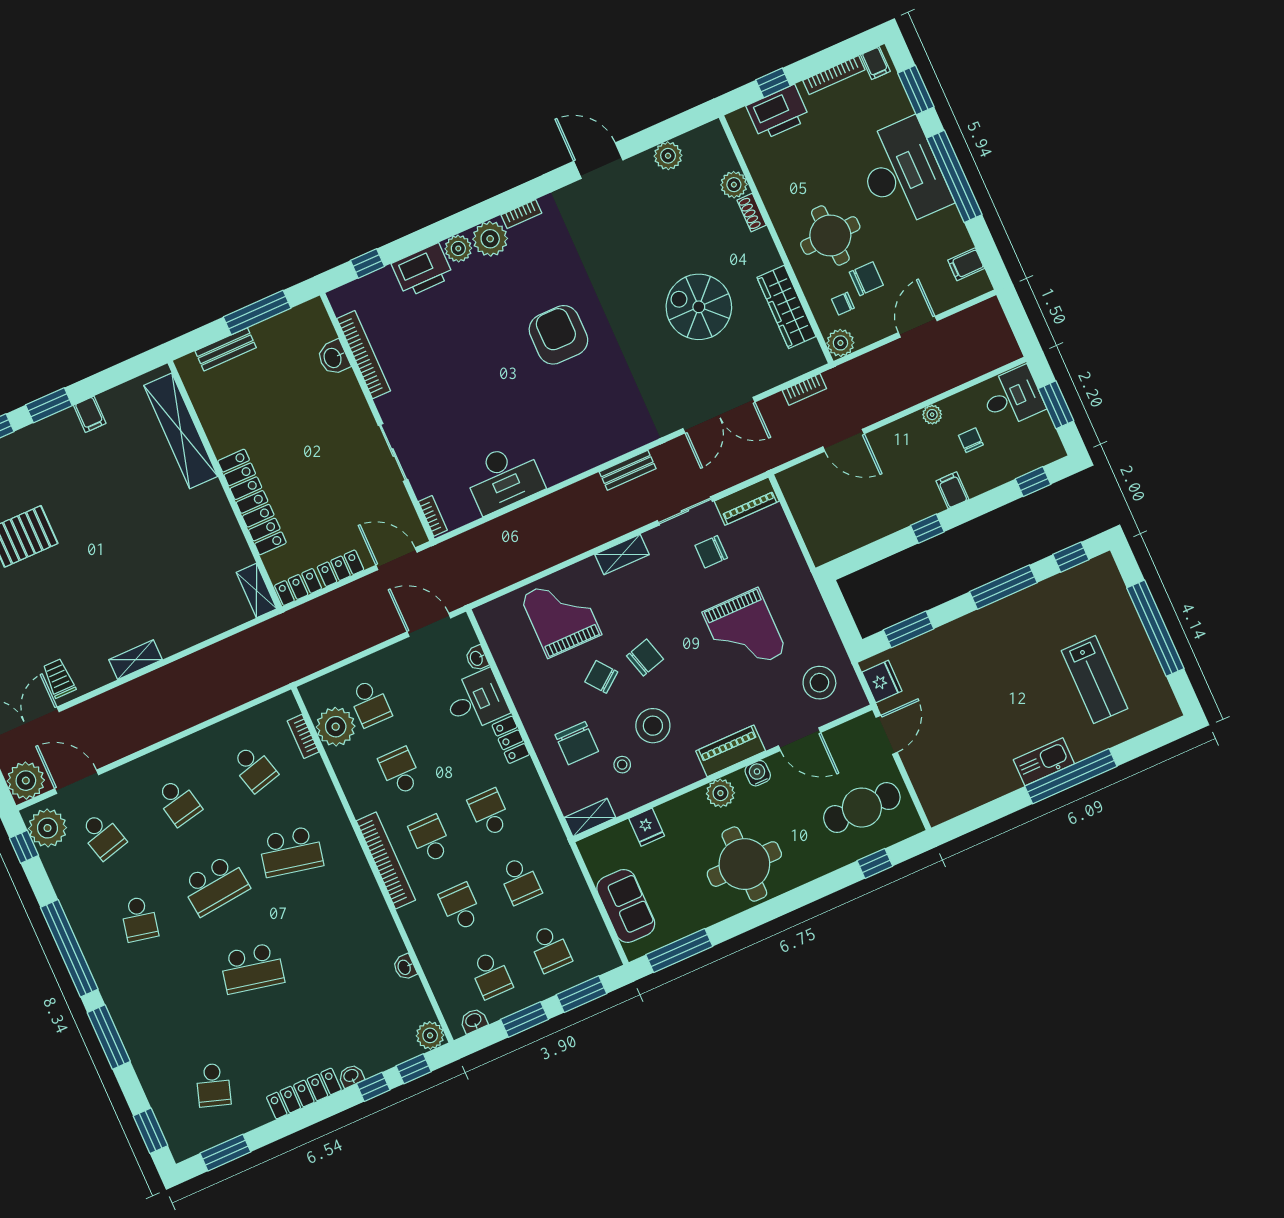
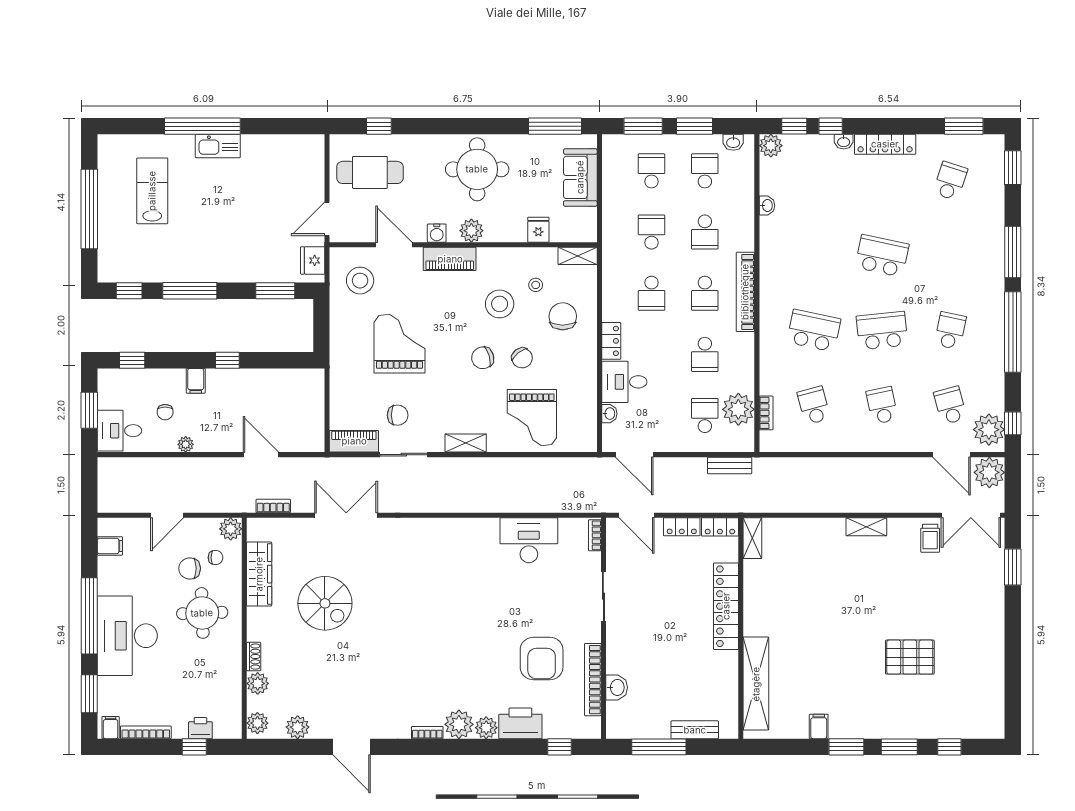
printer: (778, 112) -> (200, 728), width x0.53, depth x0.68
plant: (715, 141) -> (257, 723), added
armchair: (558, 335) -> (542, 658), moved
bench: (628, 470) -> (730, 465), moved

